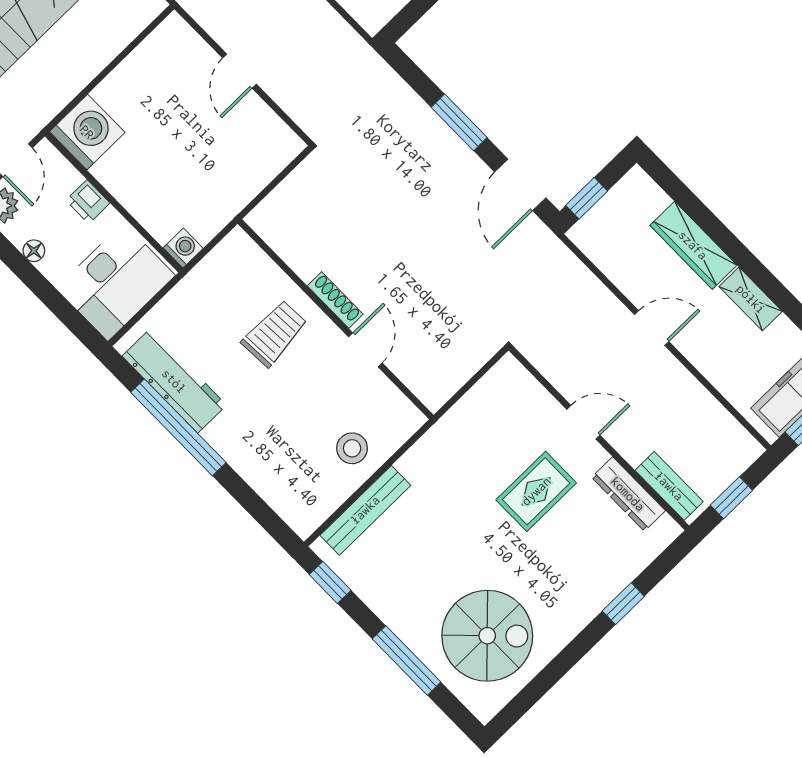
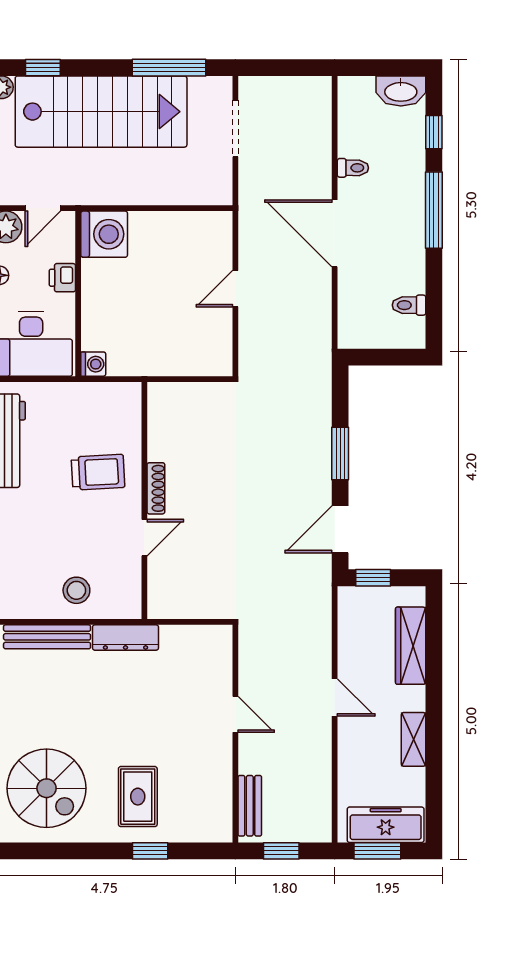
wardrobe: (693, 245) -> (411, 646), moved
rug: (536, 491) -> (138, 797), moved, turned 90
dresser: (628, 494) -> (125, 637), moved, turned -90

